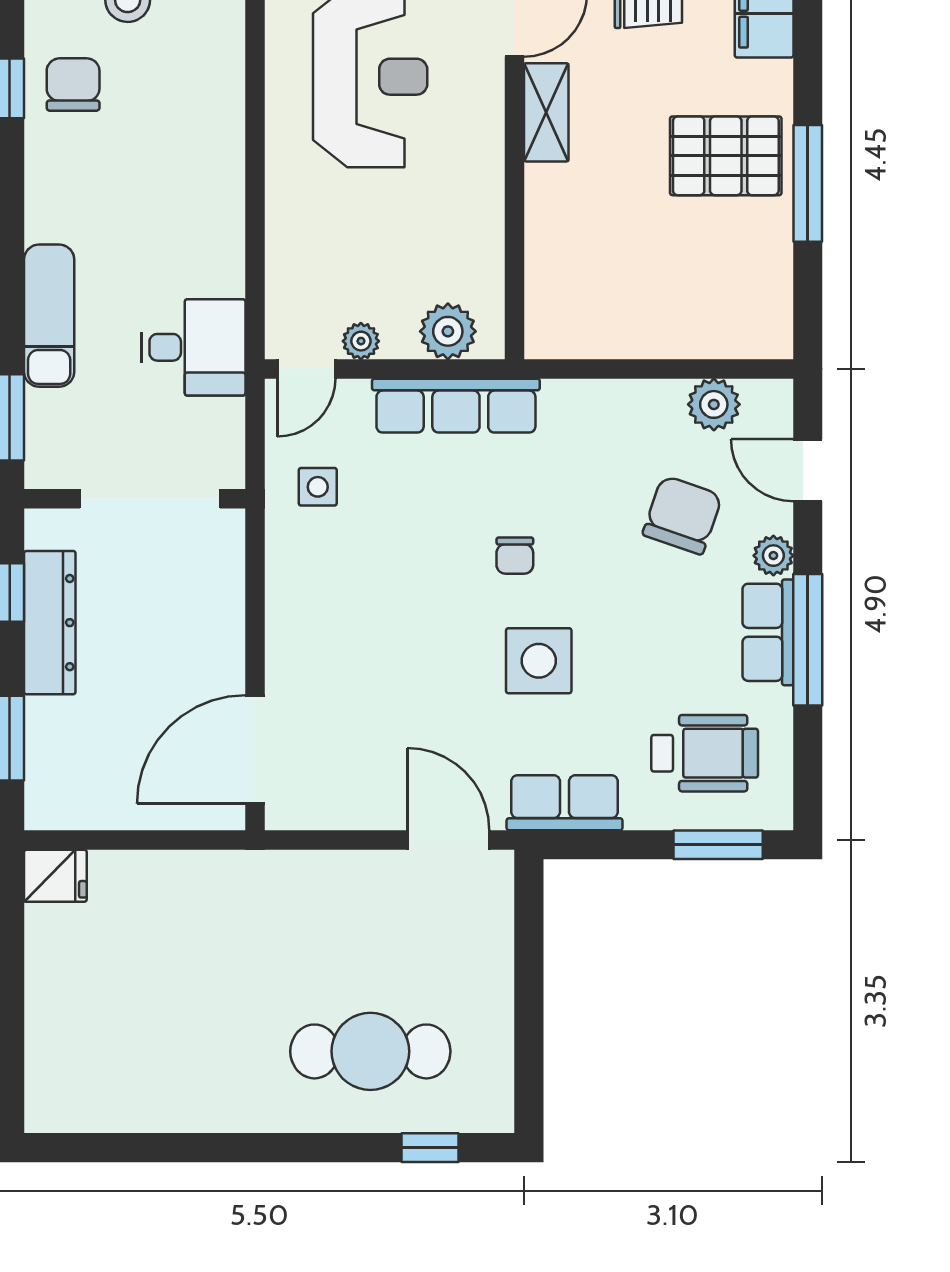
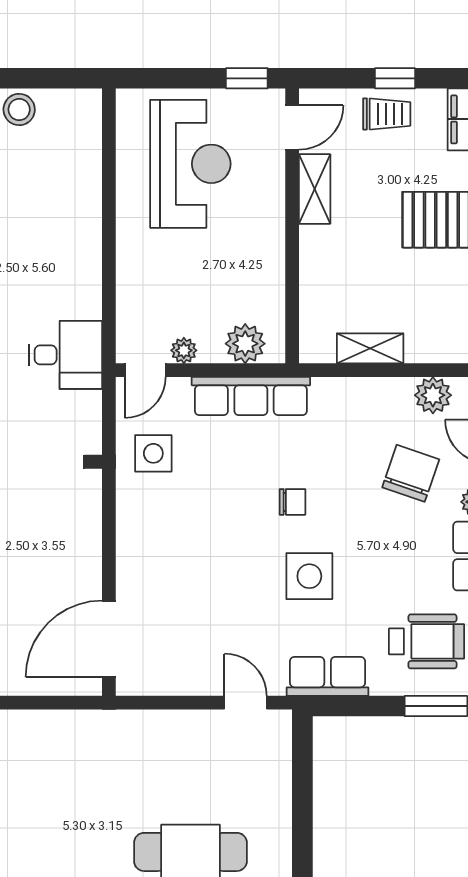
shelving: (625, 338) -> (370, 348), added
side table: (318, 487) -> (153, 453), width x1.37, depth x1.37
chair: (515, 556) -> (292, 502), turned -90
door: (448, 840) -> (246, 703), width x0.73

